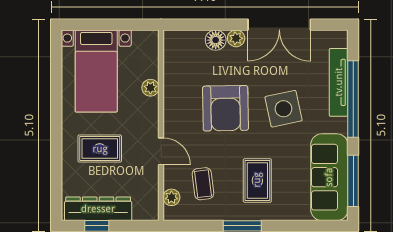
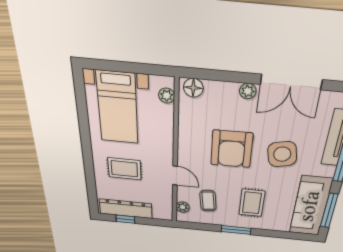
floor lamp: (216, 40) -> (193, 88), moved
plant: (150, 88) -> (167, 96), moved

